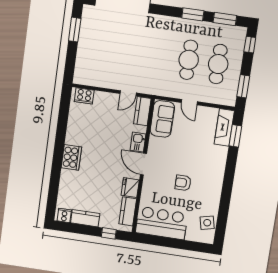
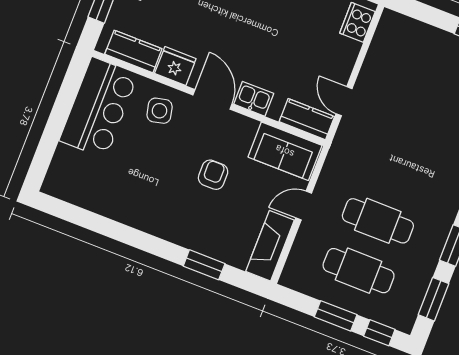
window: (243, 86) -> (336, 316), moved
fireplace: (224, 127) -> (270, 246), moved, turned -90
window: (235, 136) -> (204, 265), moved
door: (143, 164) -> (212, 99), hinge flipped
armchair: (183, 183) -> (213, 175), moved
side table: (207, 223) -> (160, 111), moved

